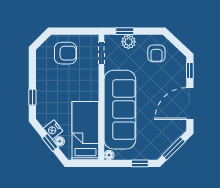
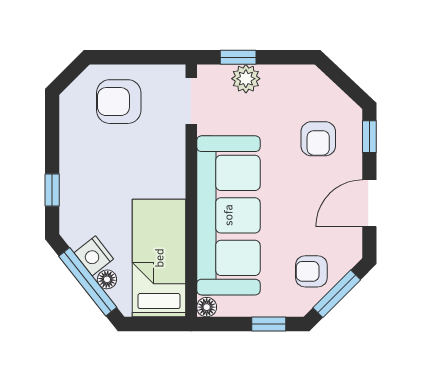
armchair: (65, 53) -> (119, 102), turned 180
armchair: (156, 53) -> (318, 139), moved
door: (190, 104) -> (369, 203), width x0.73
armchair: (161, 137) -> (311, 271), added
window: (50, 142) -> (88, 282), width x2.17

